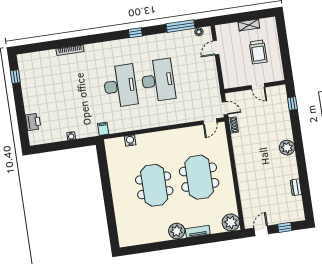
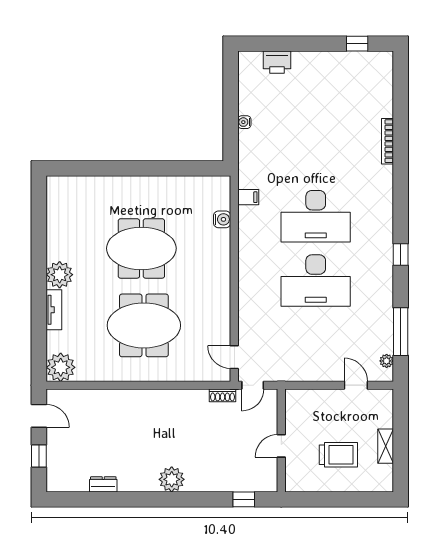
trolley: (258, 52) -> (338, 455), turned 180
filing cabinet: (103, 129) -> (248, 197), moved

